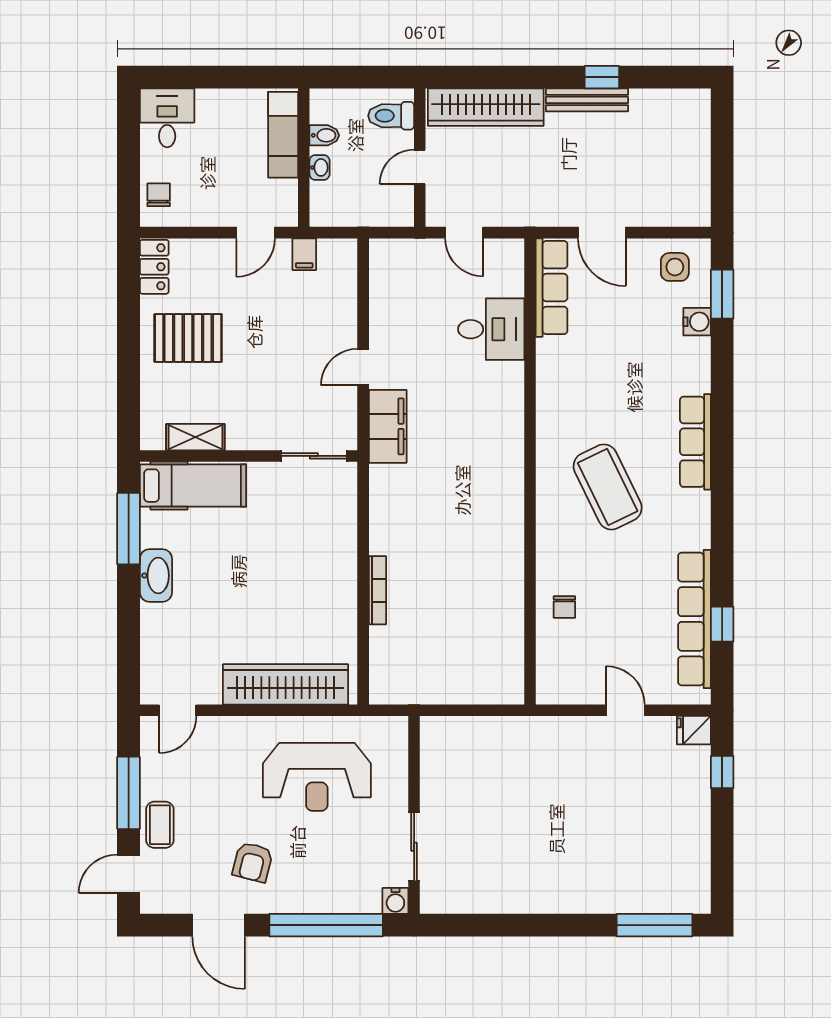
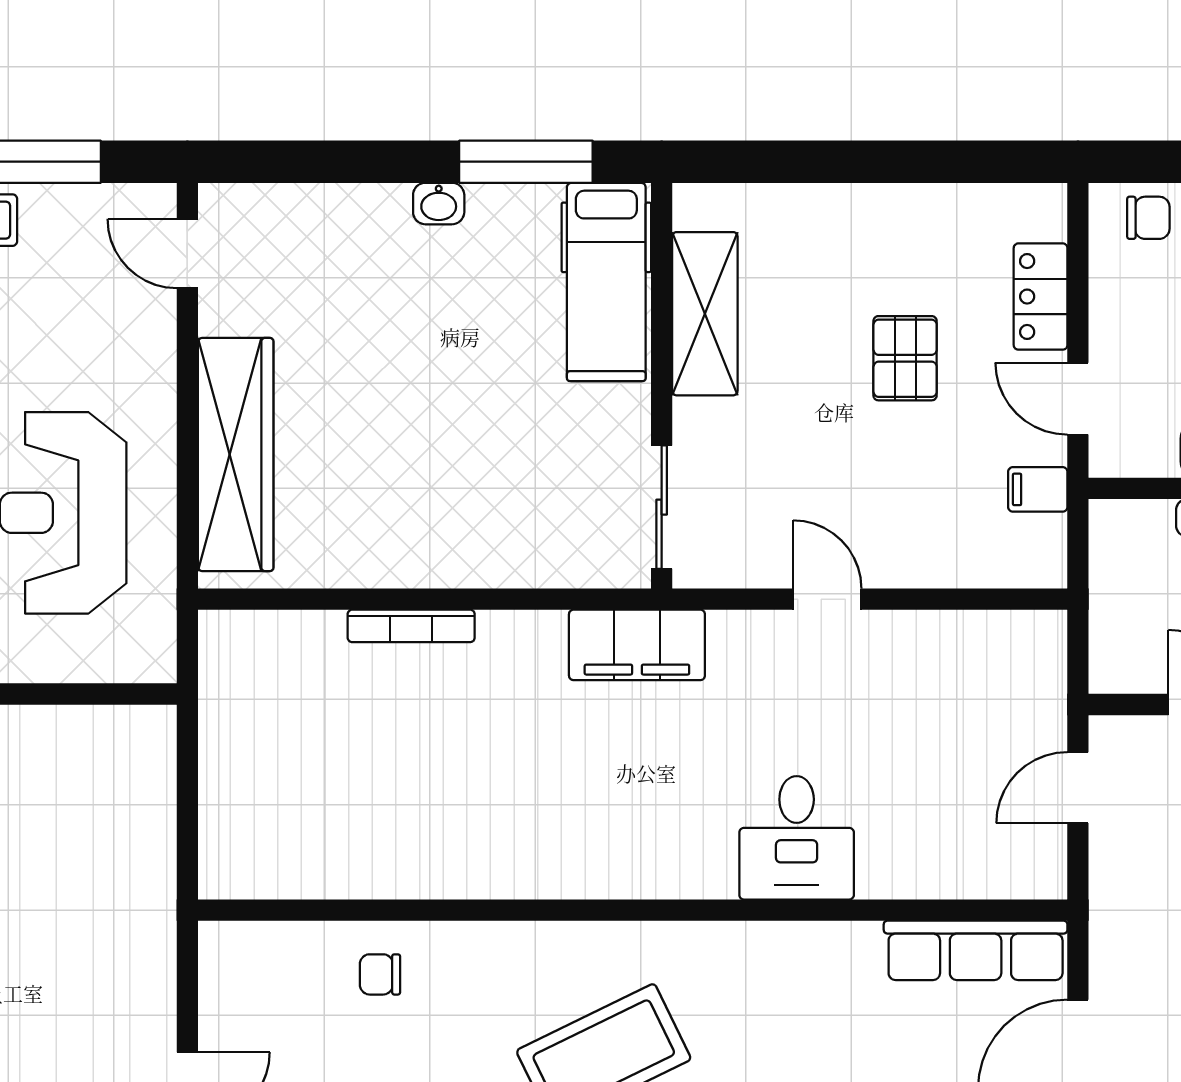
locker: (154, 267) -> (1041, 297), moved, turned 90
desk: (491, 329) -> (797, 838), moved
pallet: (188, 338) -> (905, 358), moved, width x0.67, depth x0.71
filing cabinet: (388, 426) -> (637, 645), moved
shelving: (195, 437) -> (705, 314), width x1.50, depth x1.33
washbasin: (156, 575) -> (439, 204), width x0.52, depth x0.69

